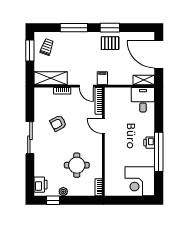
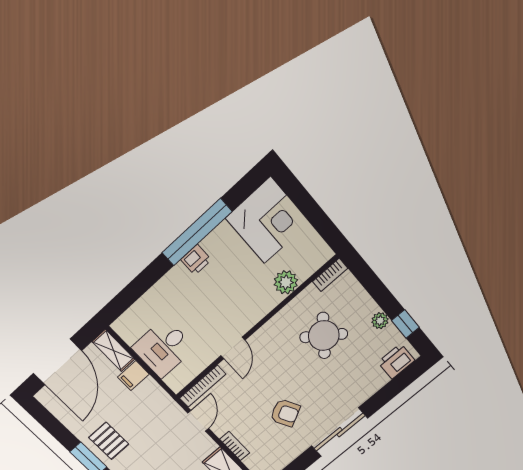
filing cabinet: (102, 78) -> (133, 376), moved
desk: (143, 100) -> (163, 348), moved
round table: (77, 165) -> (324, 336), turned 37
plant: (111, 168) -> (286, 282), added

